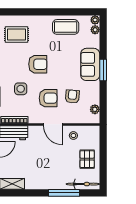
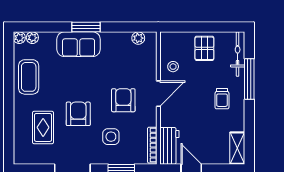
rug: (16, 35) -> (43, 127), moved
armchair: (72, 97) -> (121, 68), removed
pallet: (87, 159) -> (204, 48), turned 90
trolley: (49, 172) -> (222, 99), added

